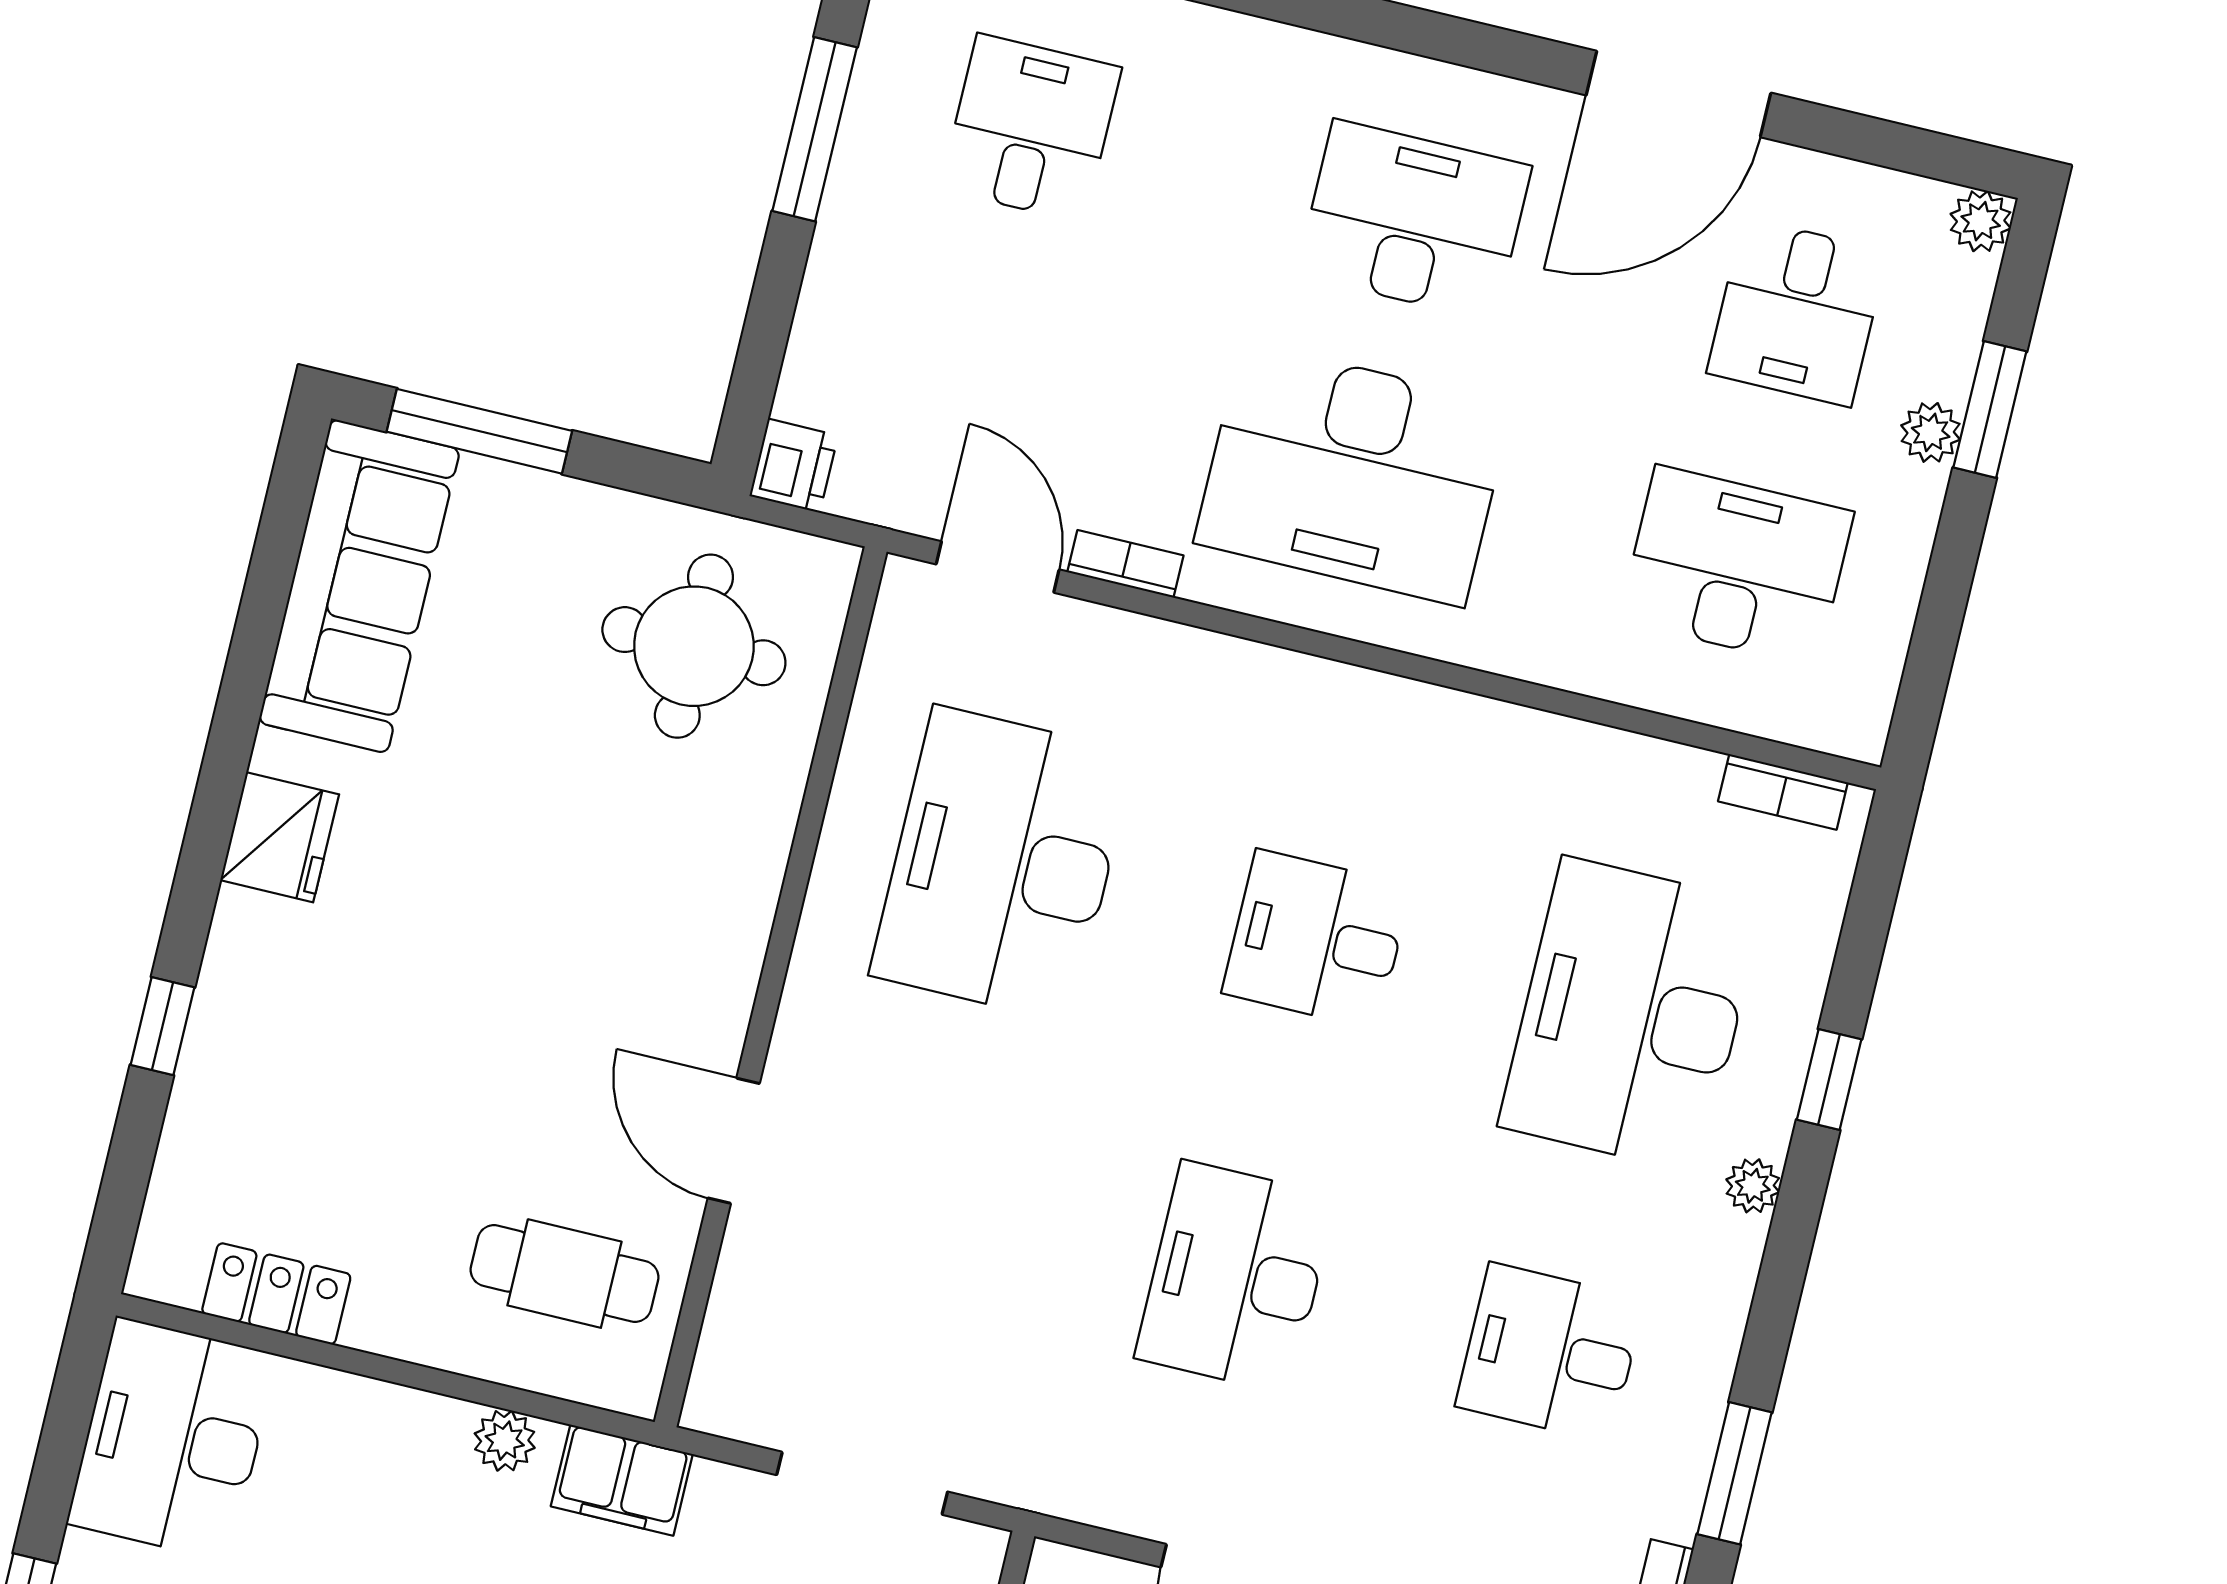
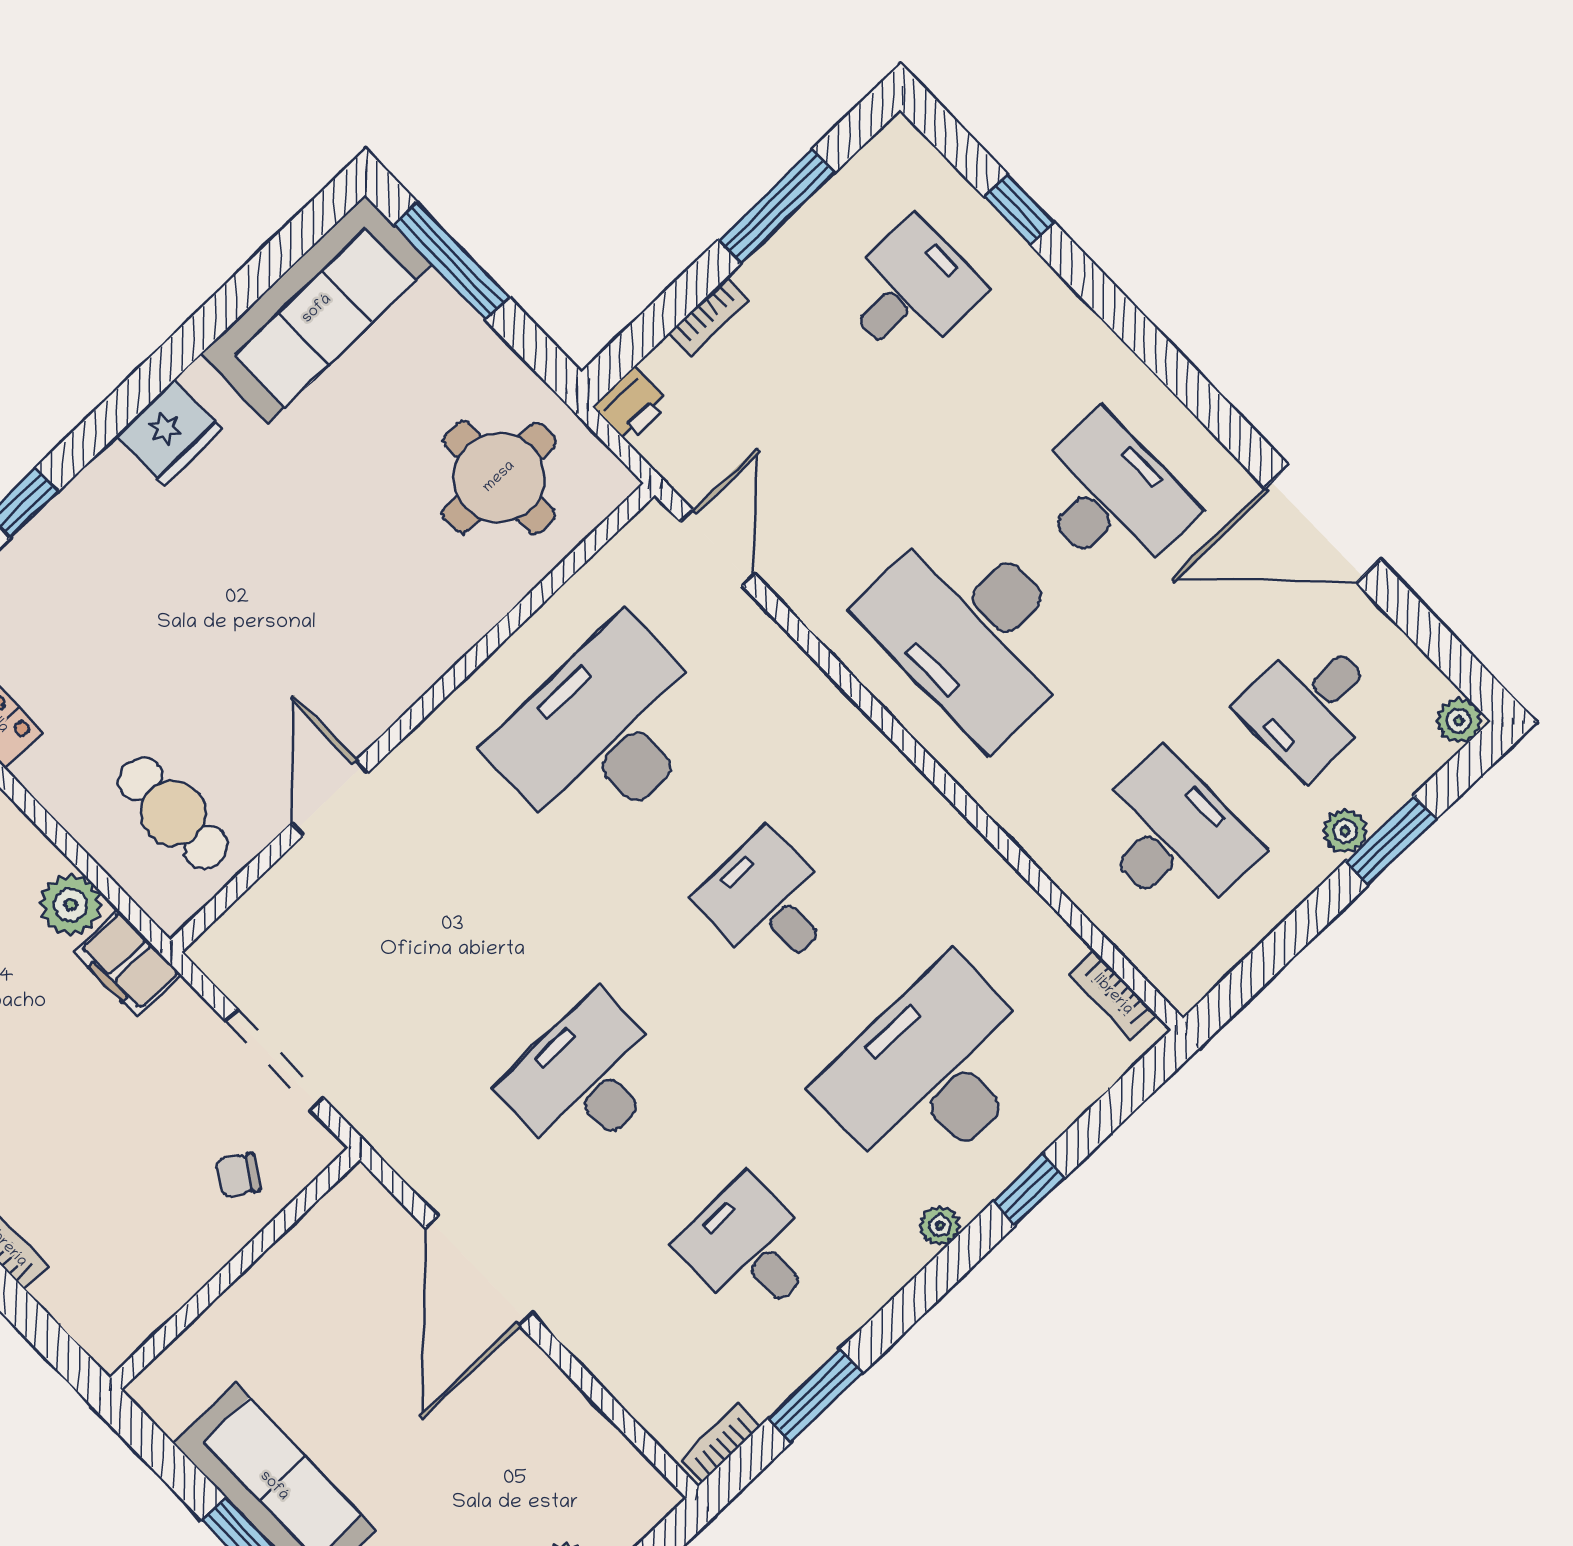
bookcase: (1125, 564) -> (708, 317), moved, turned 90
plant: (505, 1441) -> (71, 905), width x1.38, depth x1.38

